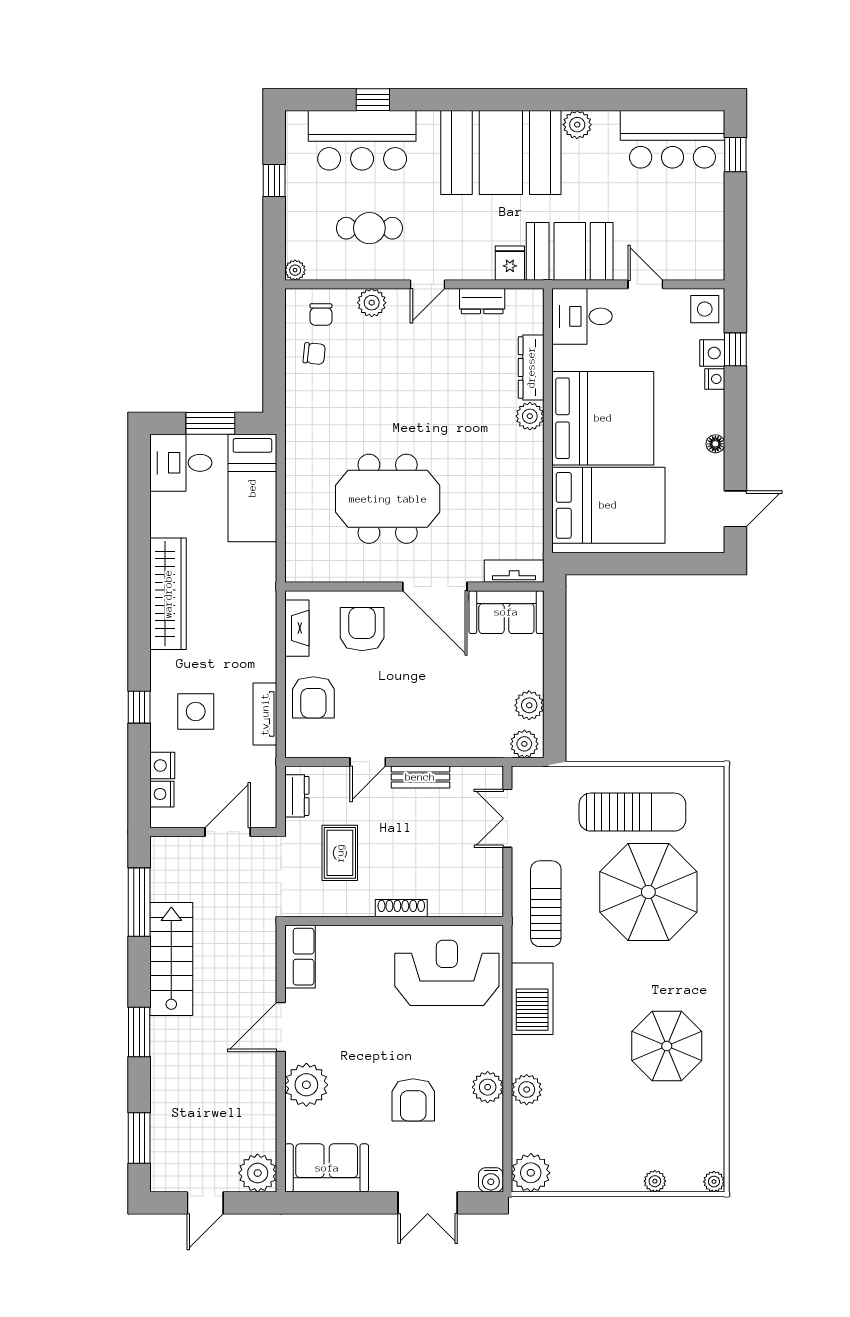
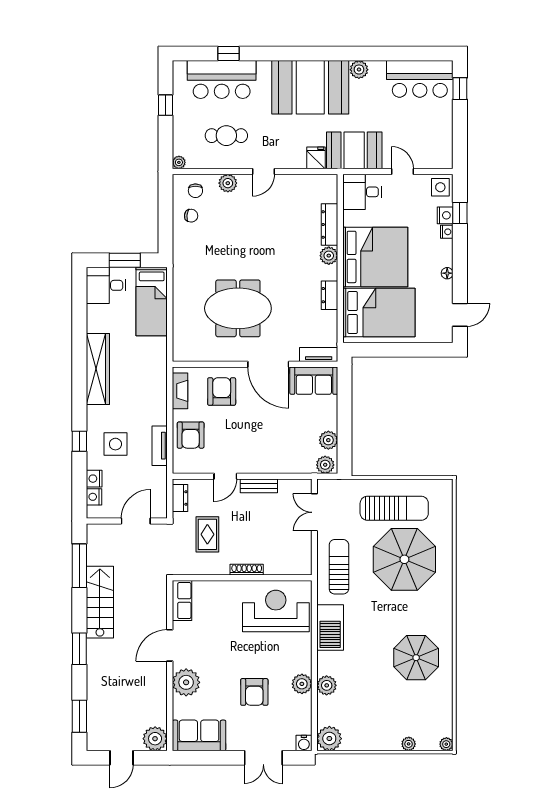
dresser: (482, 301) -> (330, 295), moved, turned 90

